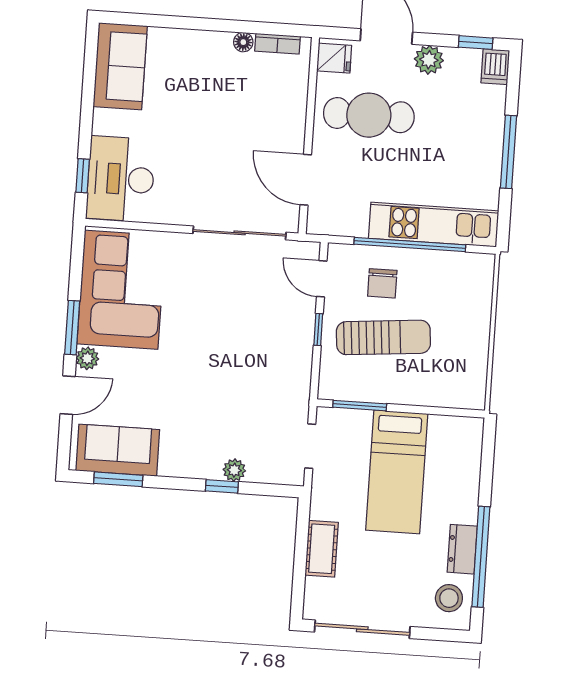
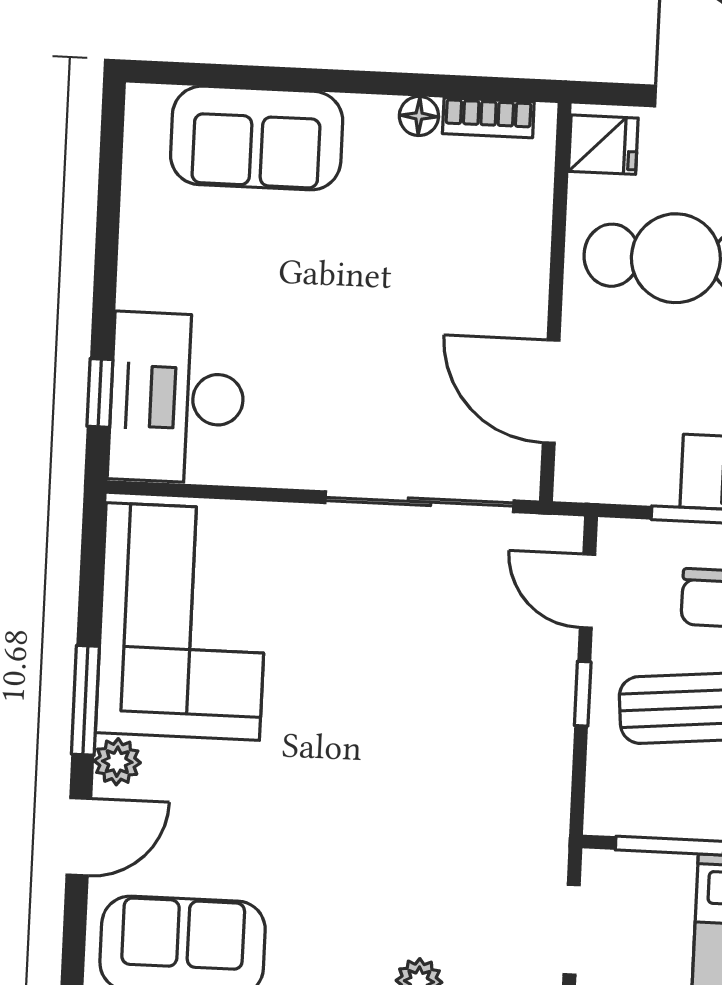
sofa: (120, 66) -> (257, 138), moved, turned 90

